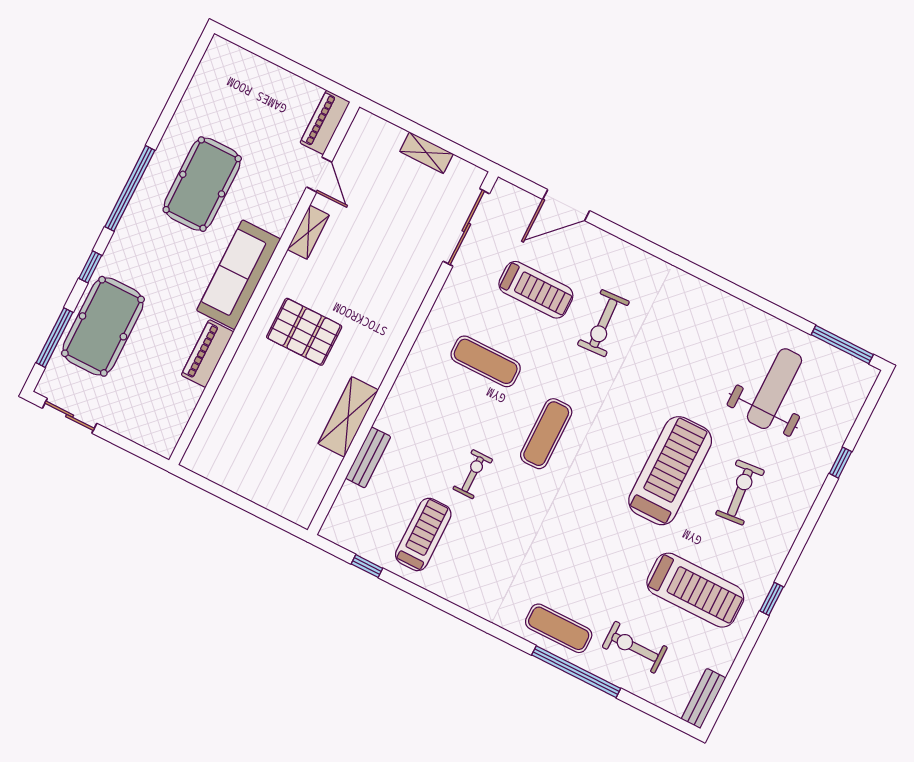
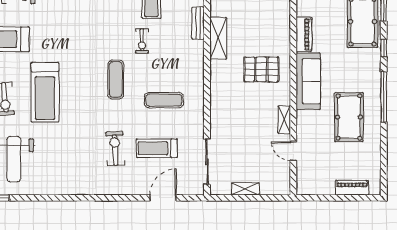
piano: (325, 122) -> (352, 188), moved, turned -90

